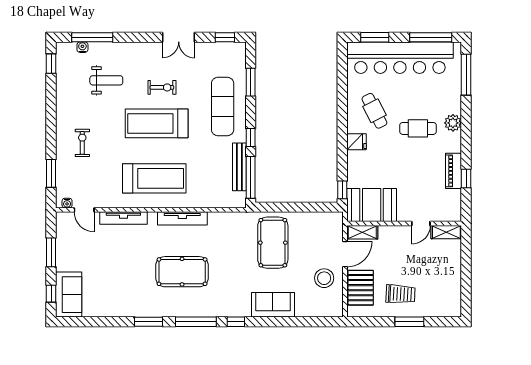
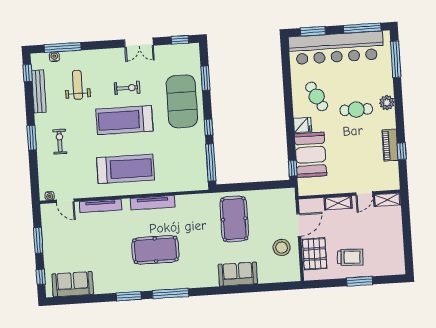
weight bench: (106, 80) -> (77, 85), turned -90
exercise mat: (223, 107) -> (182, 101), width x1.47
bench: (239, 167) -> (39, 91), moved
window: (51, 173) -> (32, 138), moved
booth: (372, 205) -> (311, 155), moved, turned 90
shelving: (362, 232) -> (338, 203), moved
sofa: (69, 295) -> (73, 284), moved, turned -90
window: (236, 322) -> (206, 291), removed

